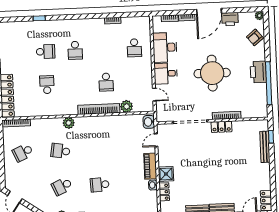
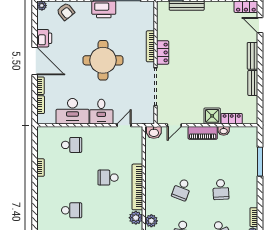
school desk: (106, 82) -> (108, 178), turned 180
plant: (127, 106) -> (136, 218), moved
door: (156, 140) -> (174, 125), hinge flipped
school desk: (98, 149) -> (182, 189), added

